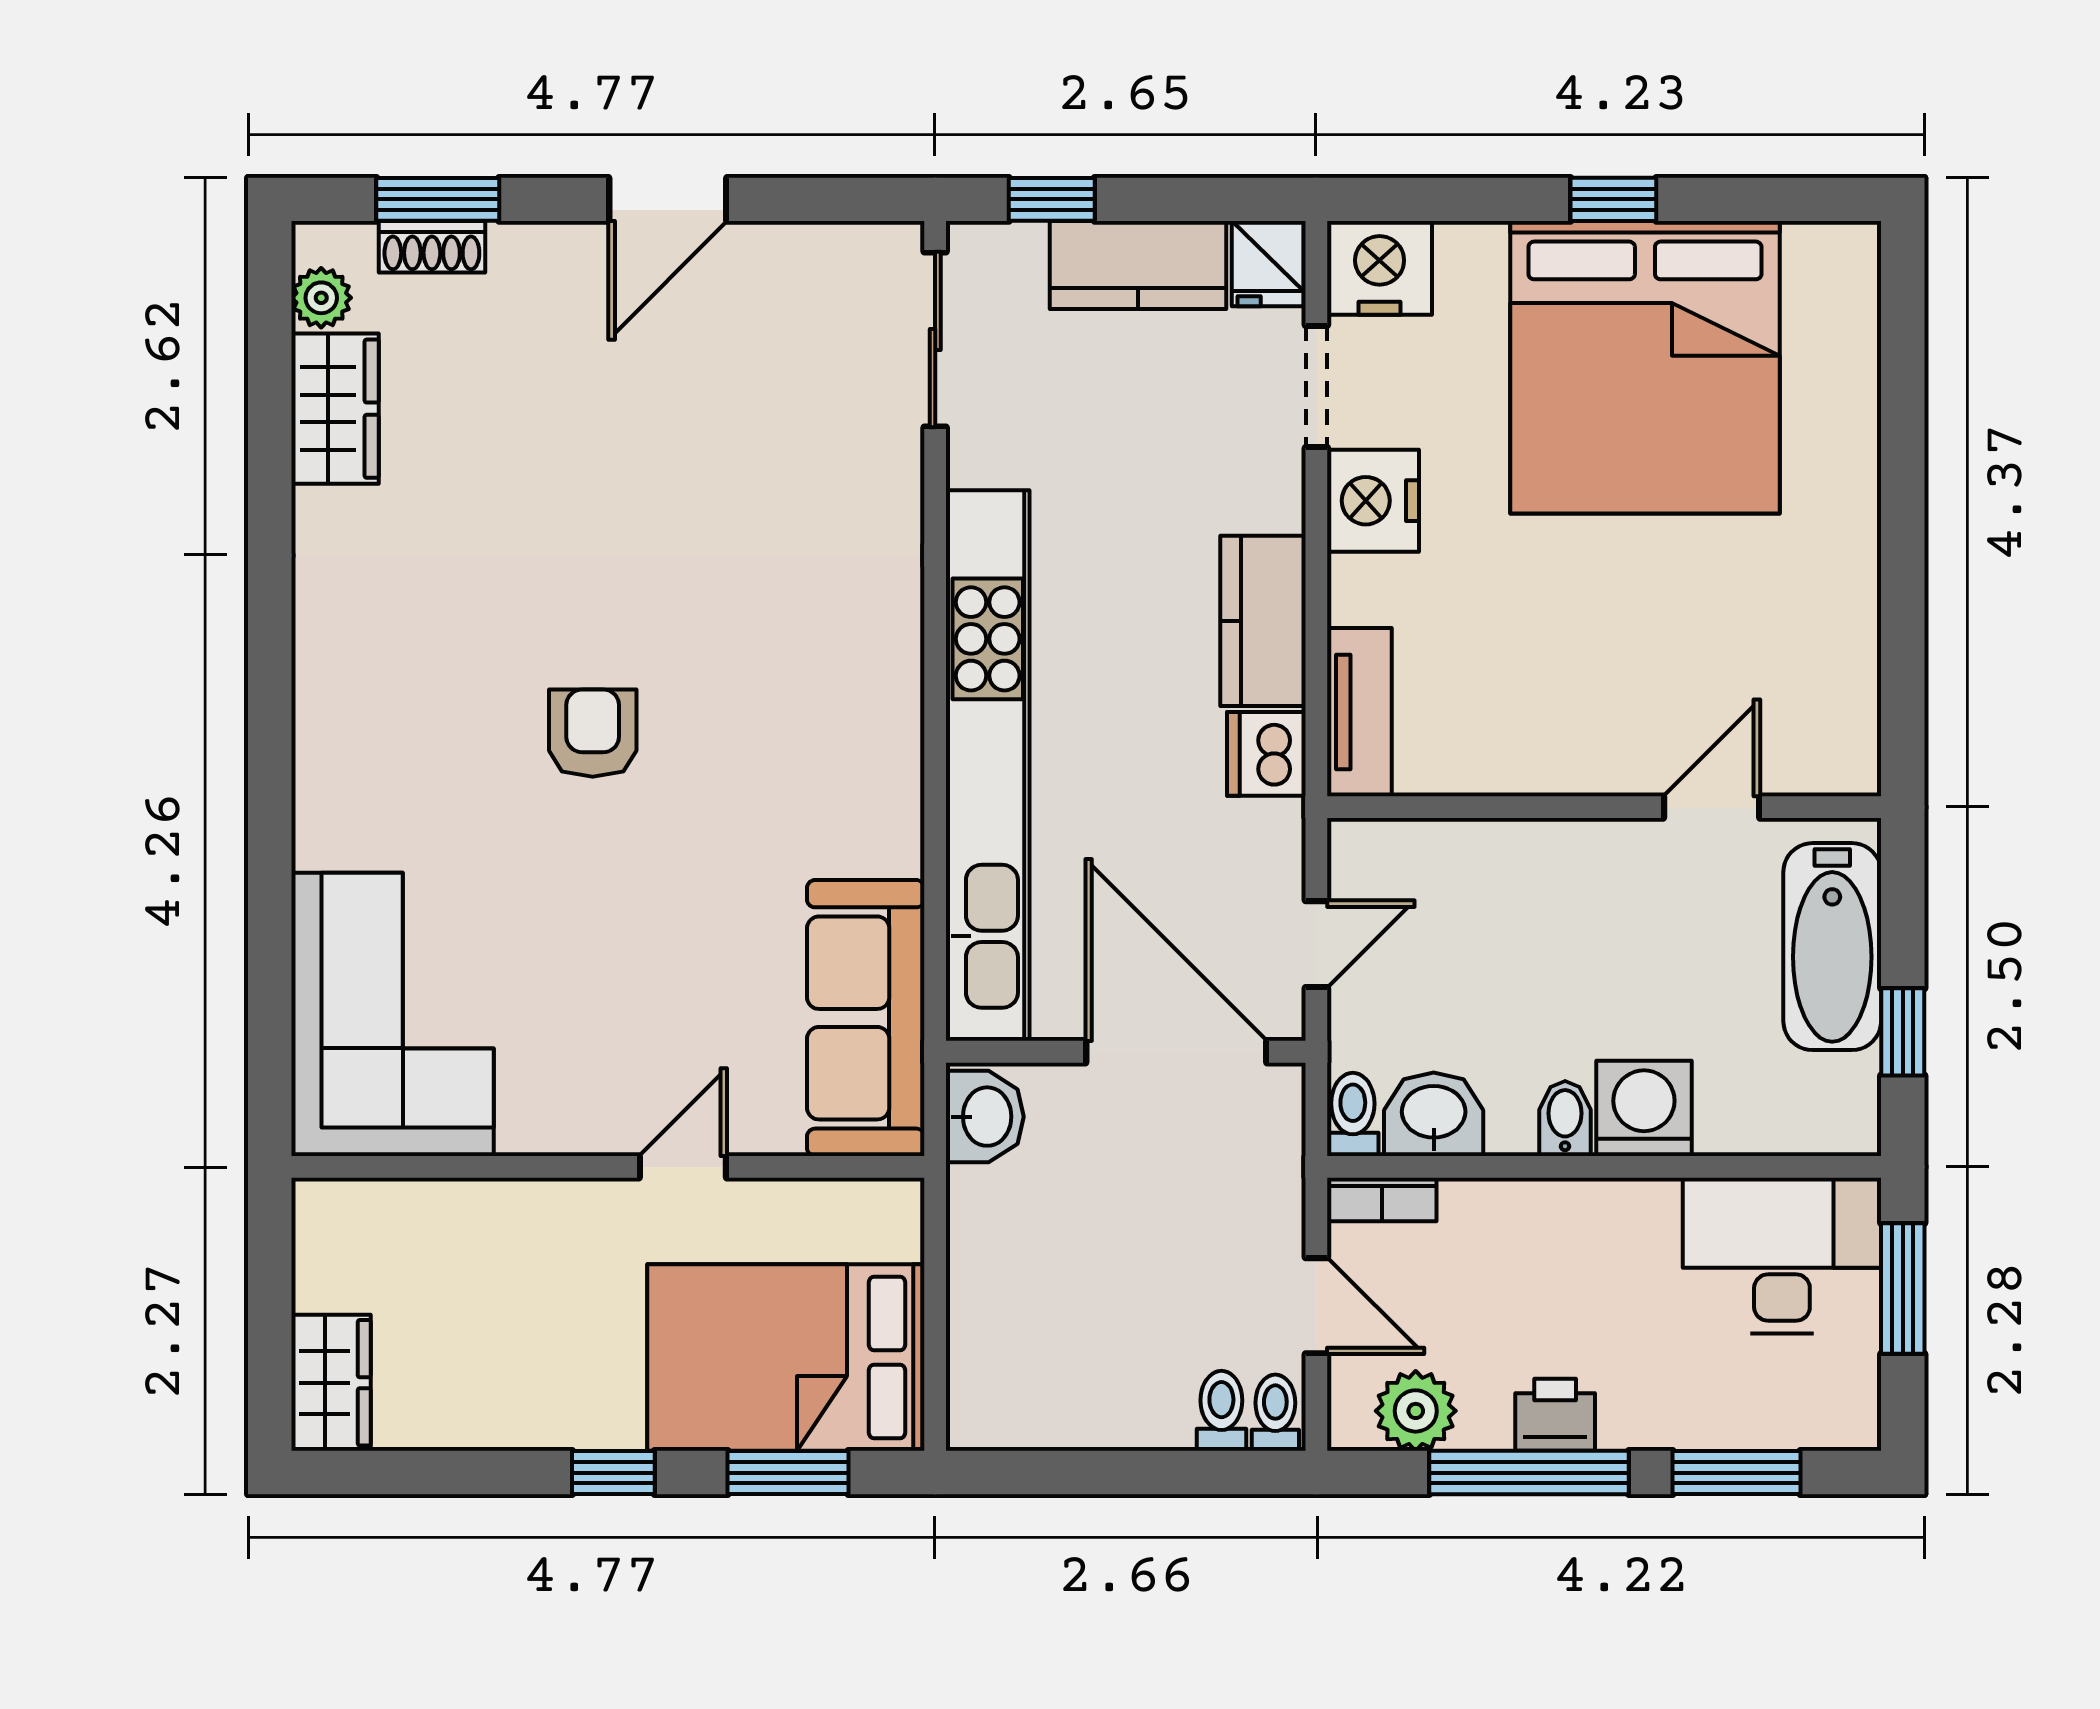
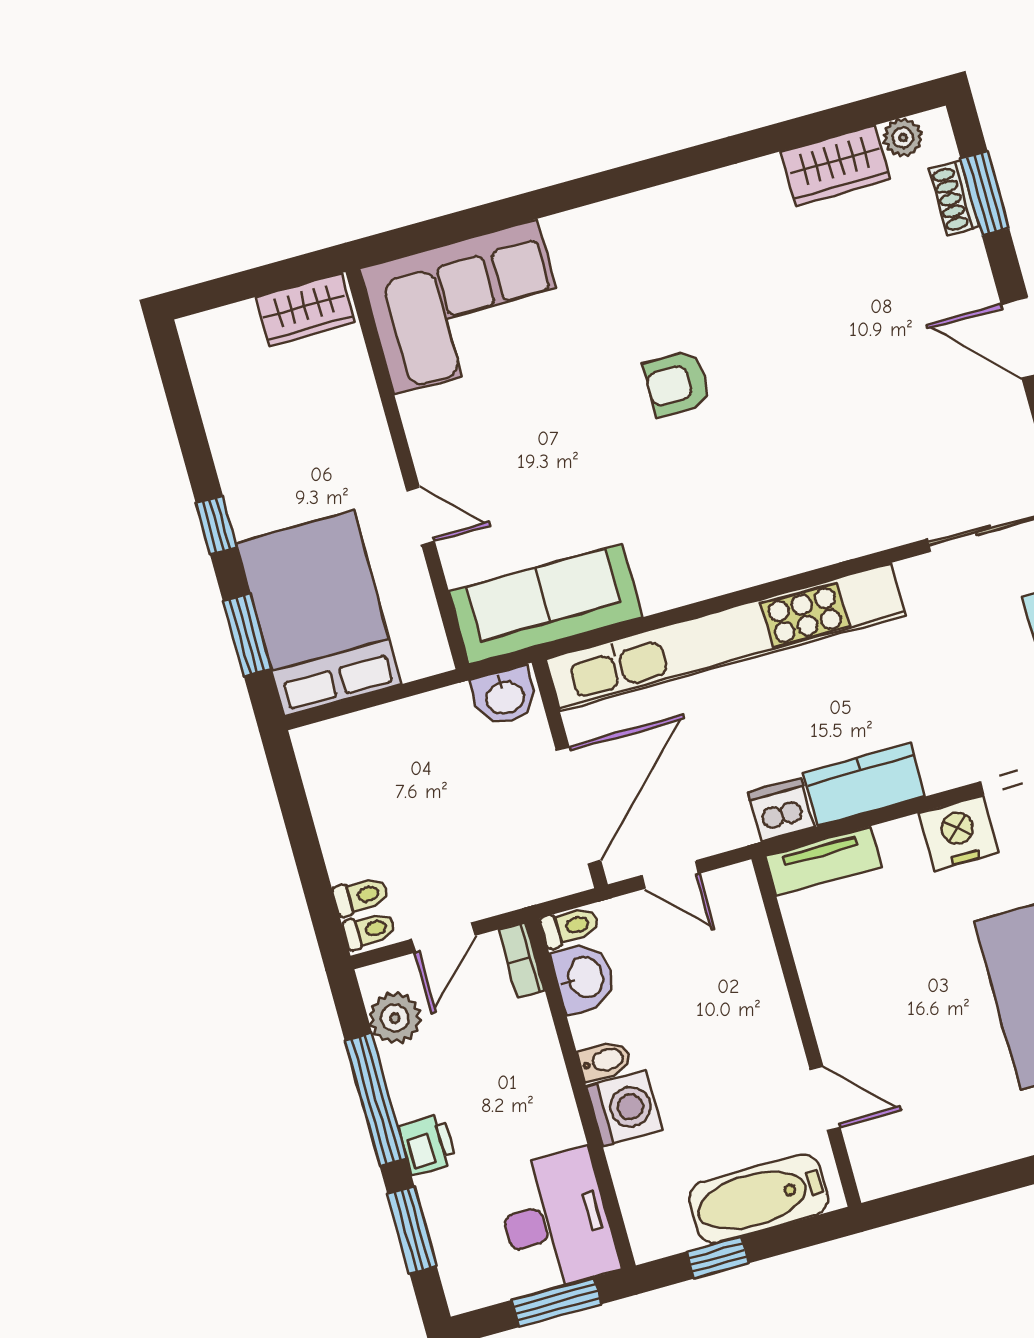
armchair: (593, 733) -> (677, 384), turned 180
wardrobe: (331, 1383) -> (305, 310), moved
printer: (1555, 1415) -> (427, 1145), moved

